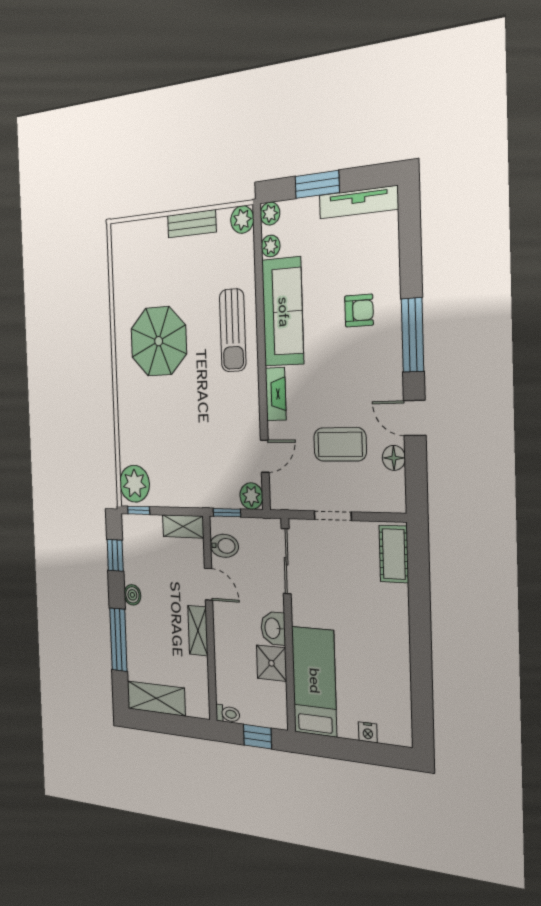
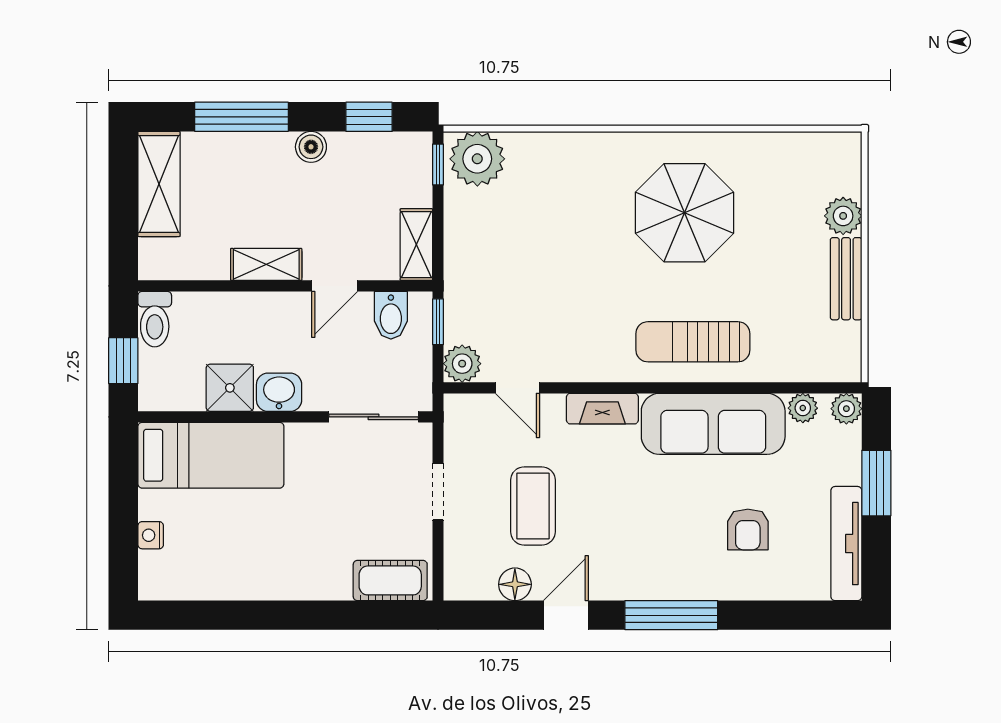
plant: (242, 220) -> (843, 216), moved
armchair: (359, 311) -> (748, 529), moved
toilet: (228, 714) -> (155, 319), width x1.37, depth x1.39

